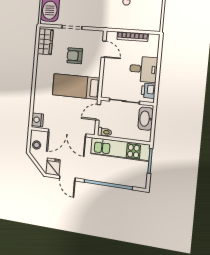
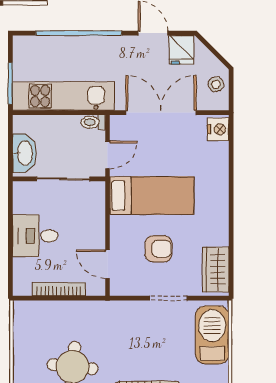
printer: (148, 91) -> (24, 201), removed

